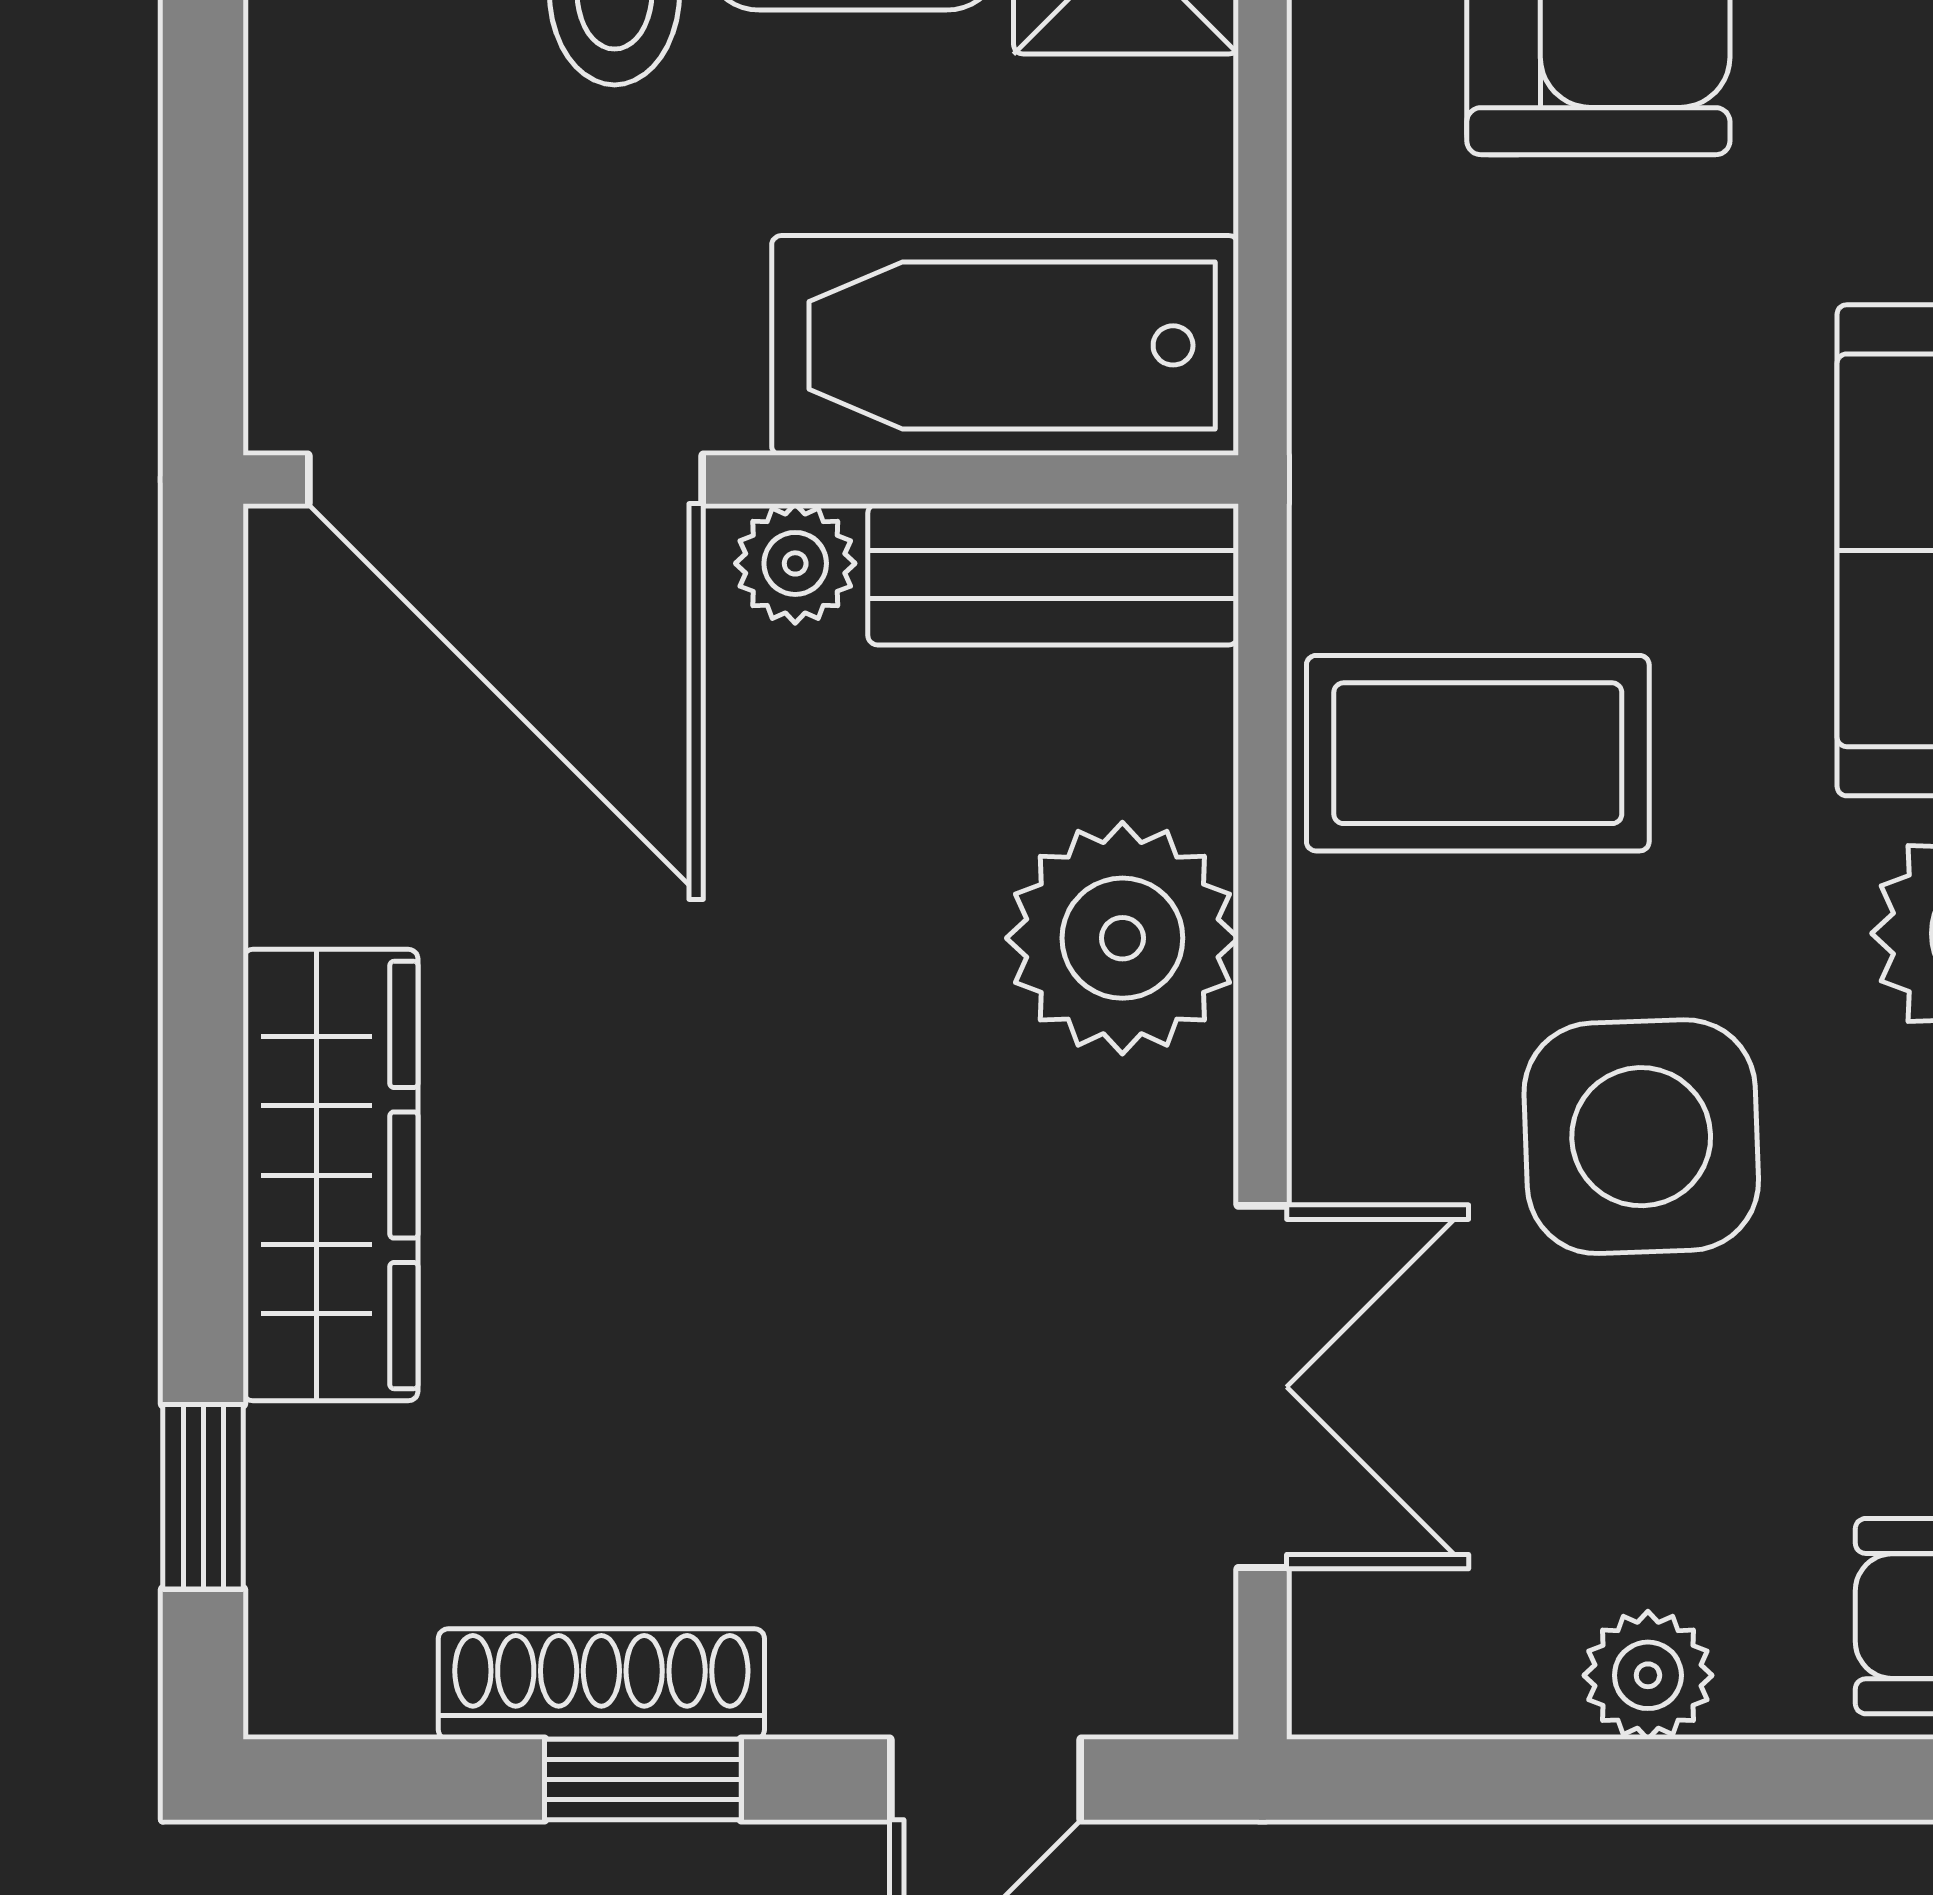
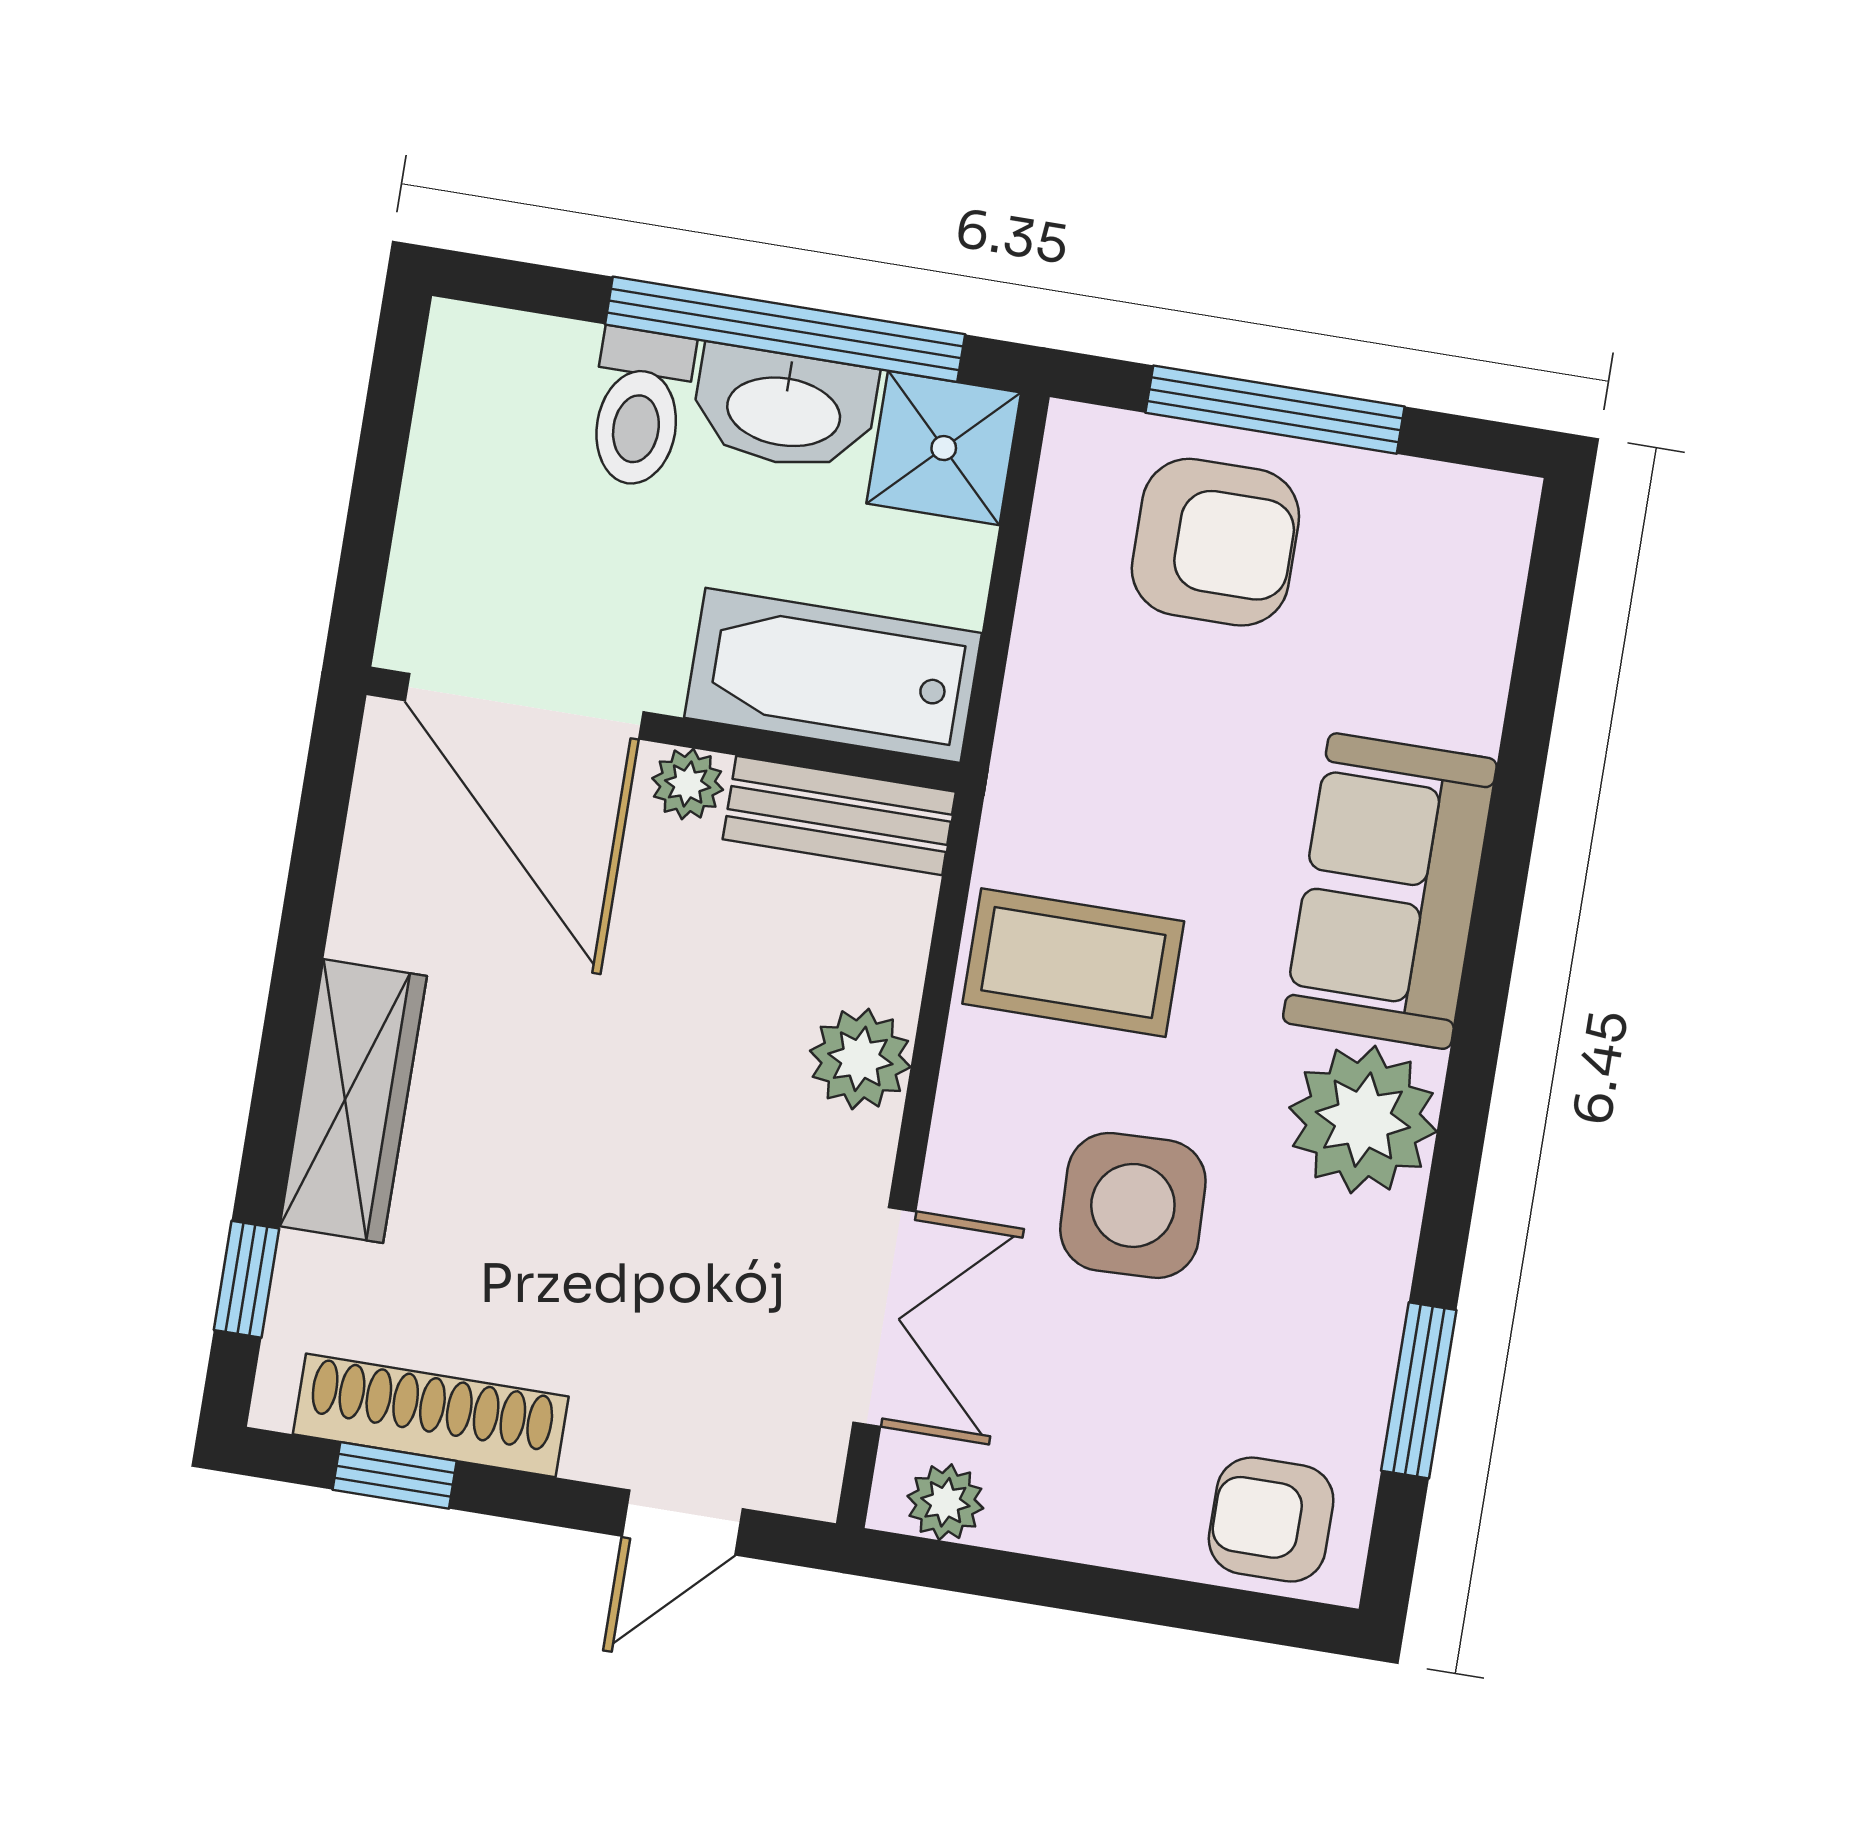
plant: (1122, 938) -> (860, 1059), width x0.73, depth x0.73
plant: (1648, 1675) -> (945, 1502), moved
shoe rack: (601, 1684) -> (431, 1415), width x1.36, depth x1.24
window: (643, 1780) -> (395, 1475), moved

